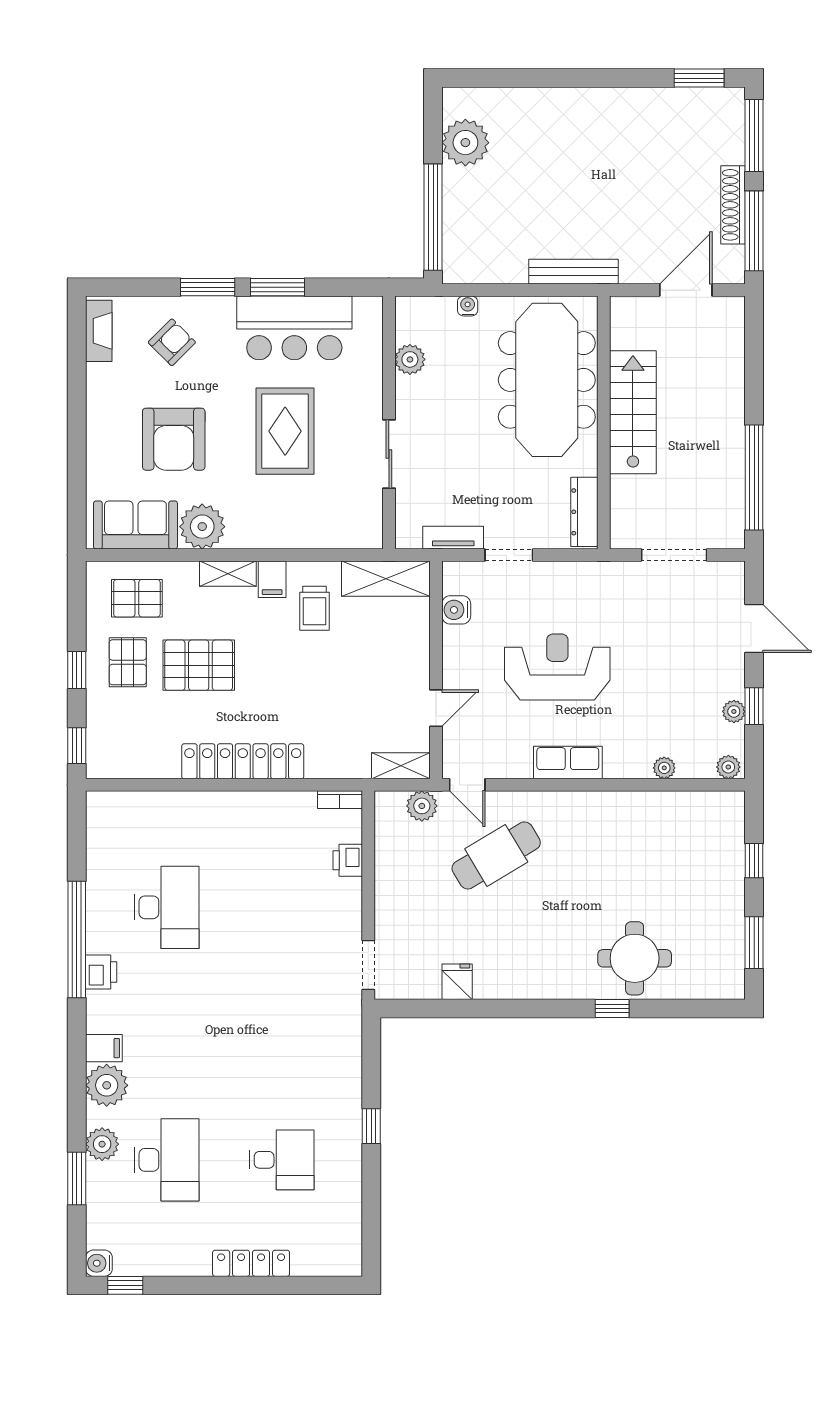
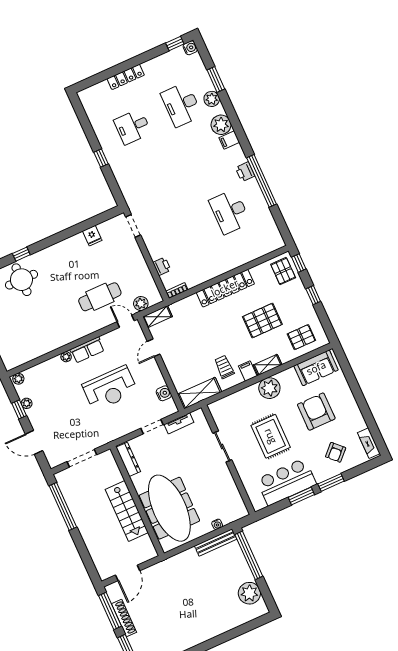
bench: (573, 272) -> (216, 542), moved
plant: (410, 359) -> (231, 491), removed
plant: (202, 527) -> (269, 388), moved
pallet: (128, 662) -> (283, 271), moved
plant: (664, 768) -> (66, 357), moved
cafe table: (496, 855) -> (100, 297), turned 31

